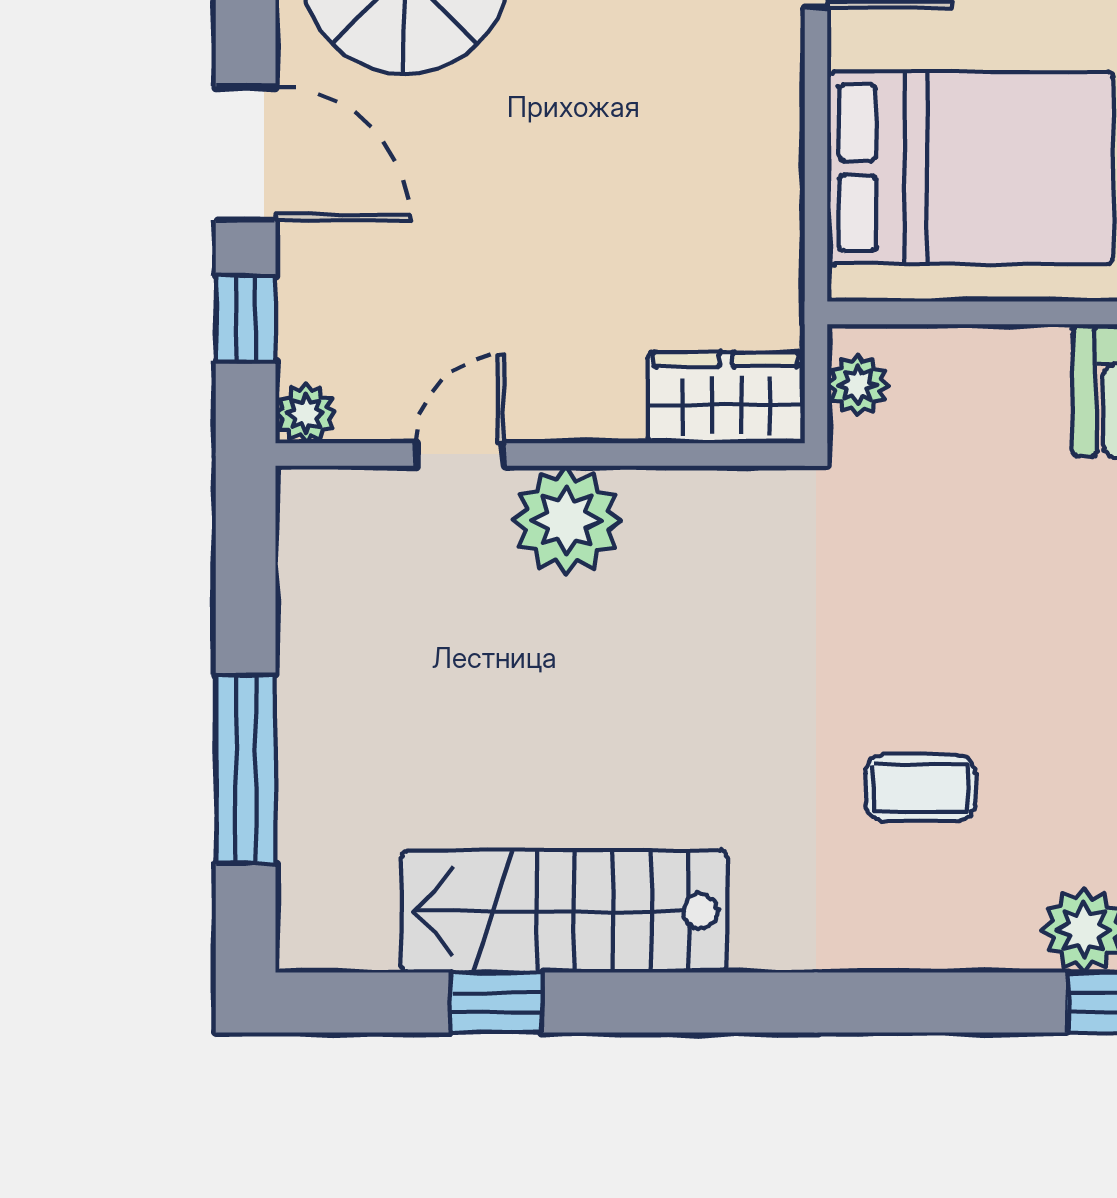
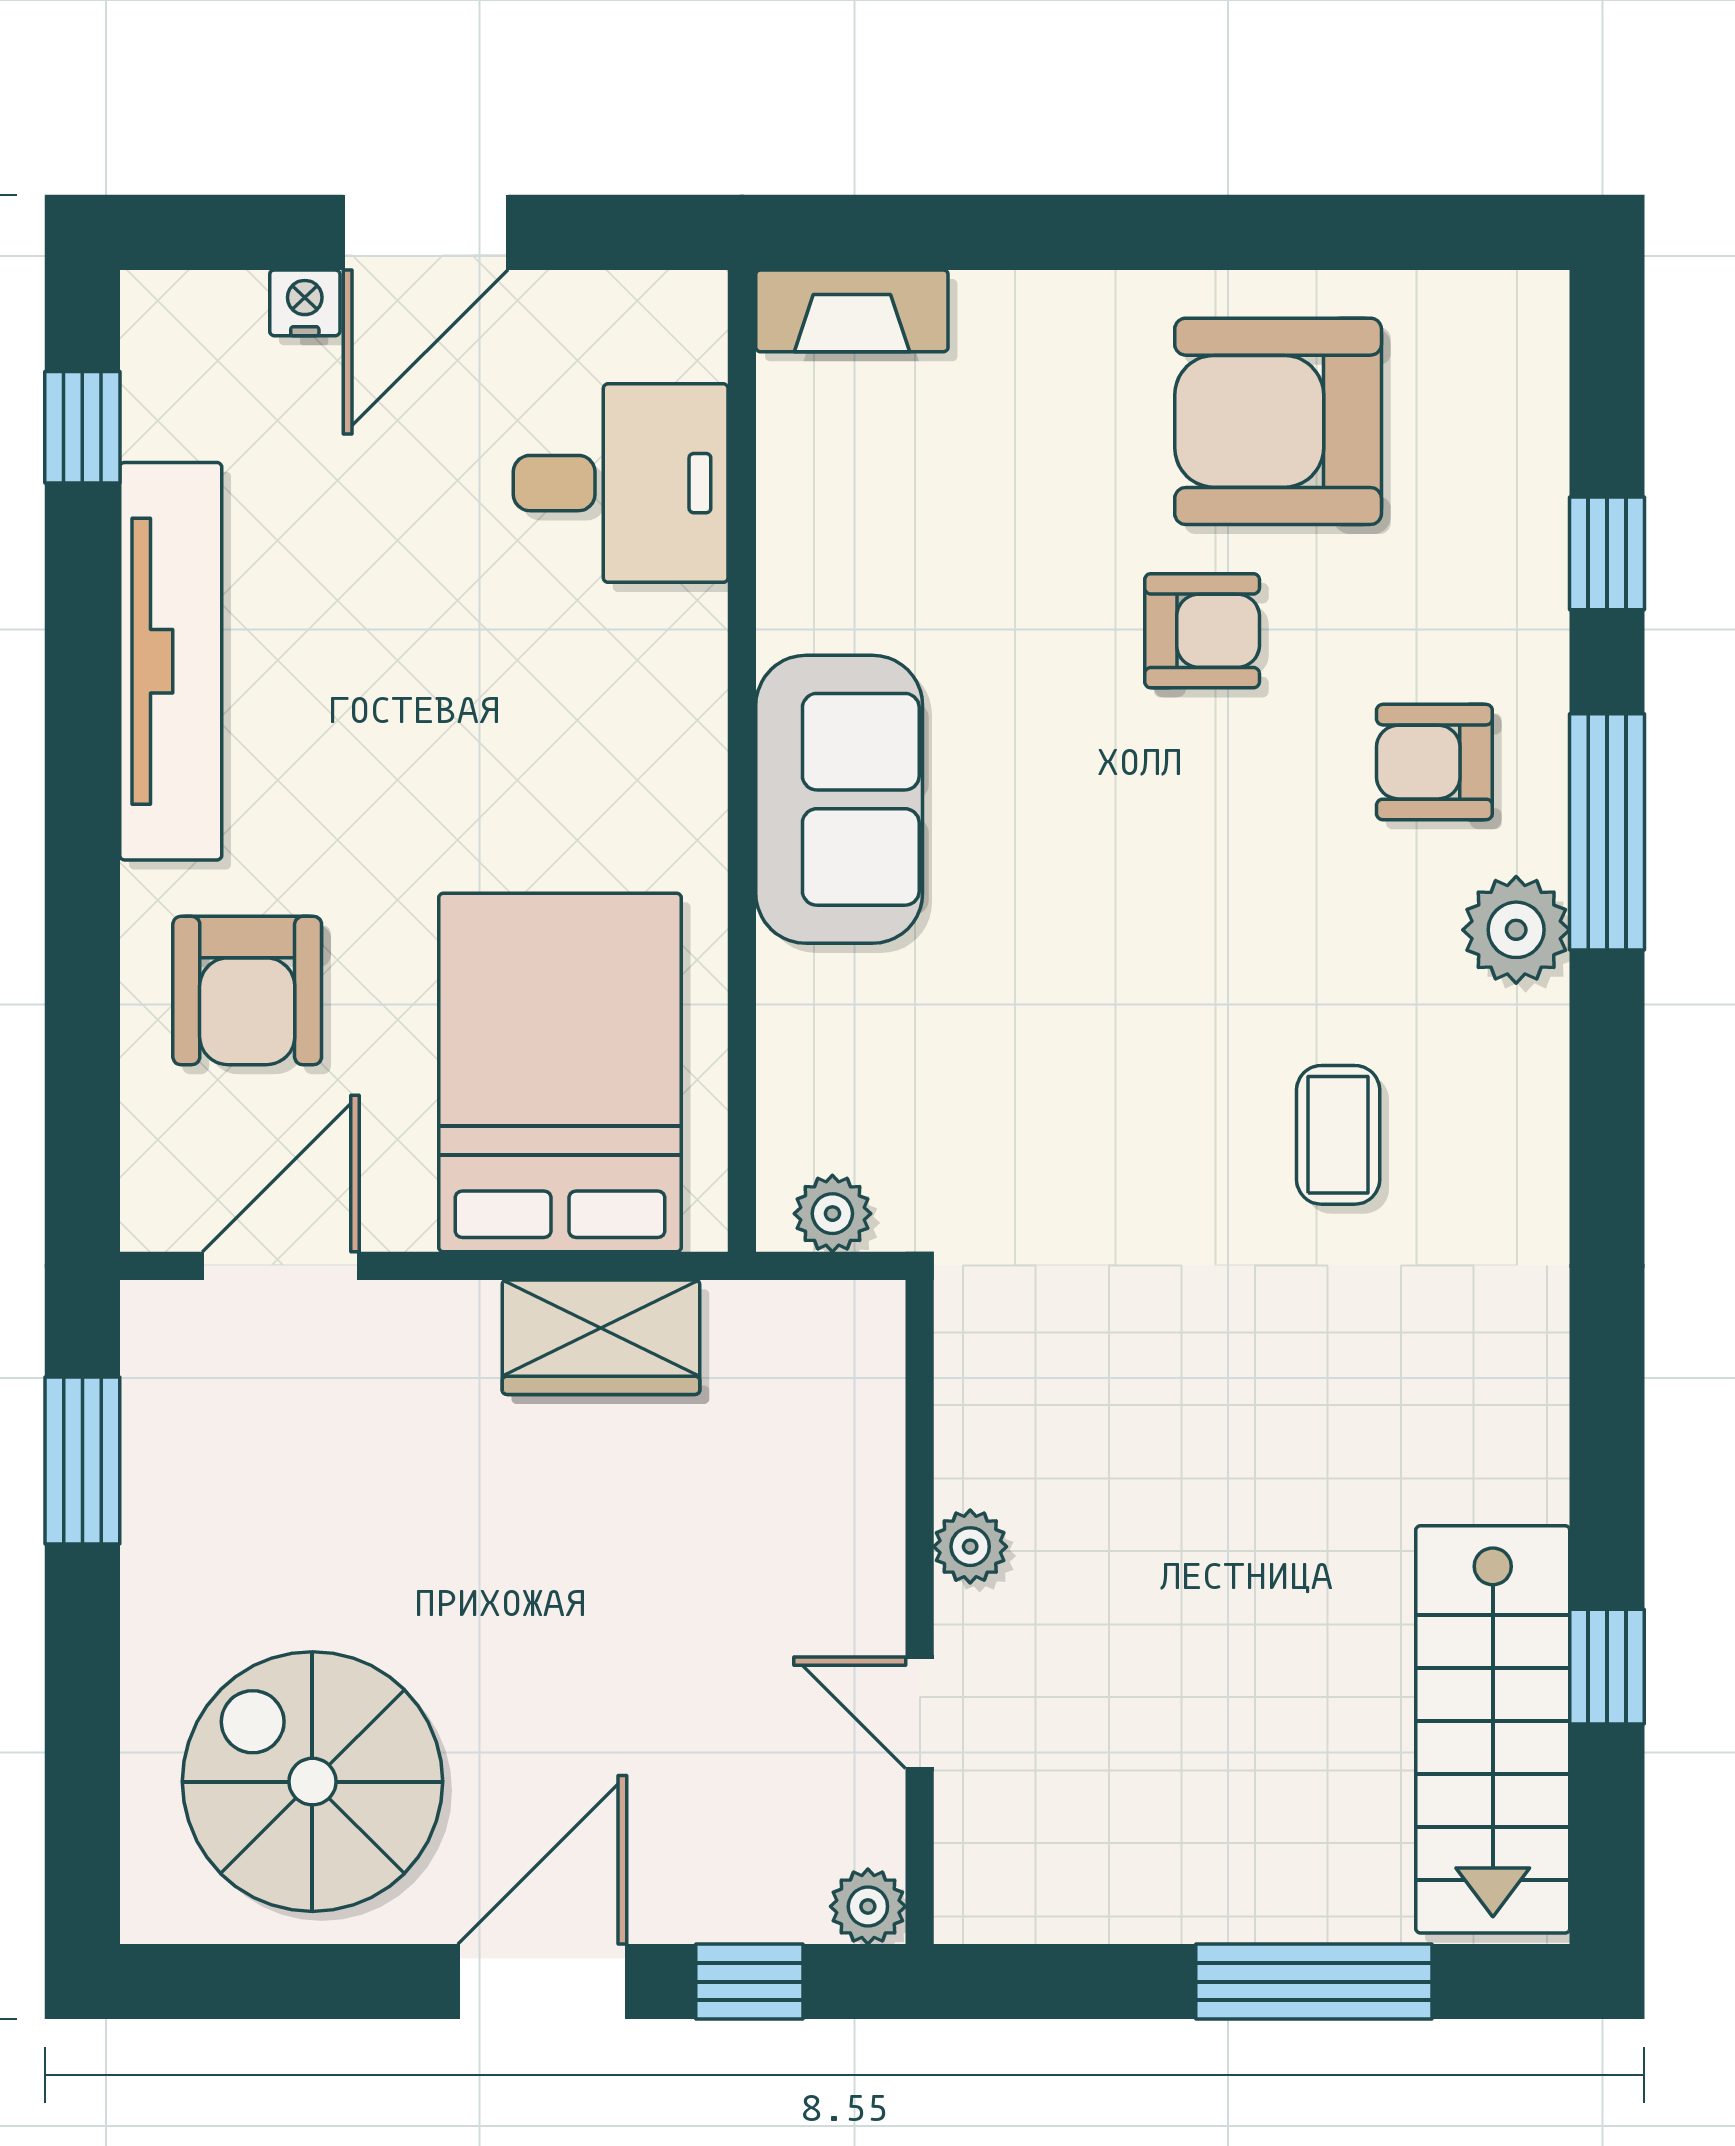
wardrobe: (726, 398) -> (601, 1337), moved, turned -90
plant: (567, 520) -> (970, 1547), width x0.53, depth x0.53
stairs: (564, 911) -> (1493, 1729), moved

